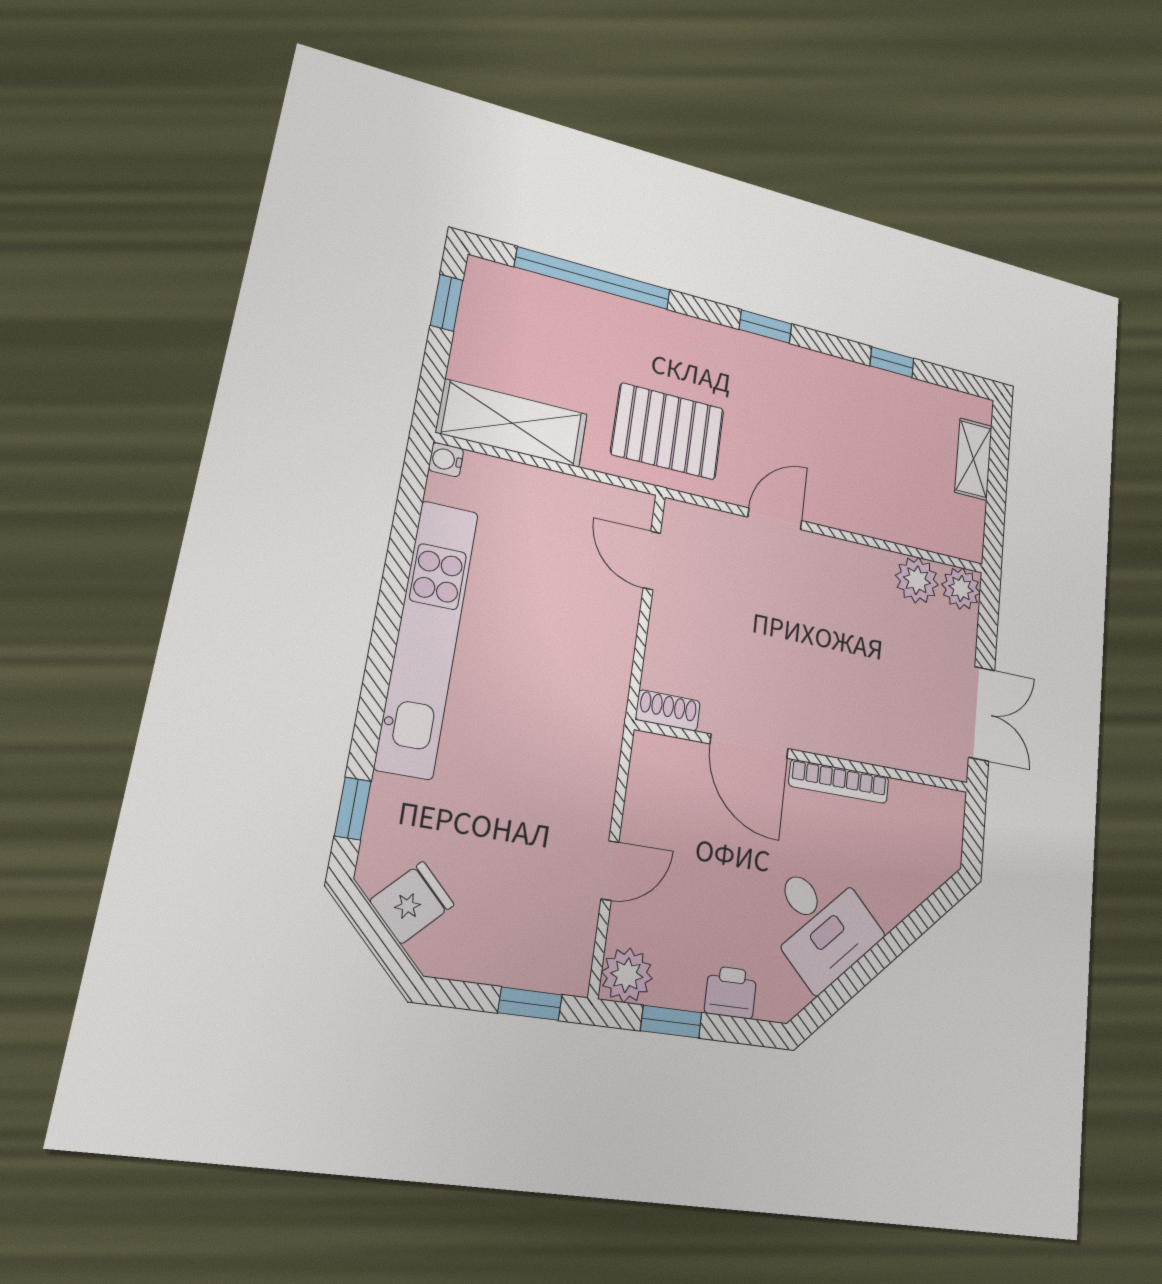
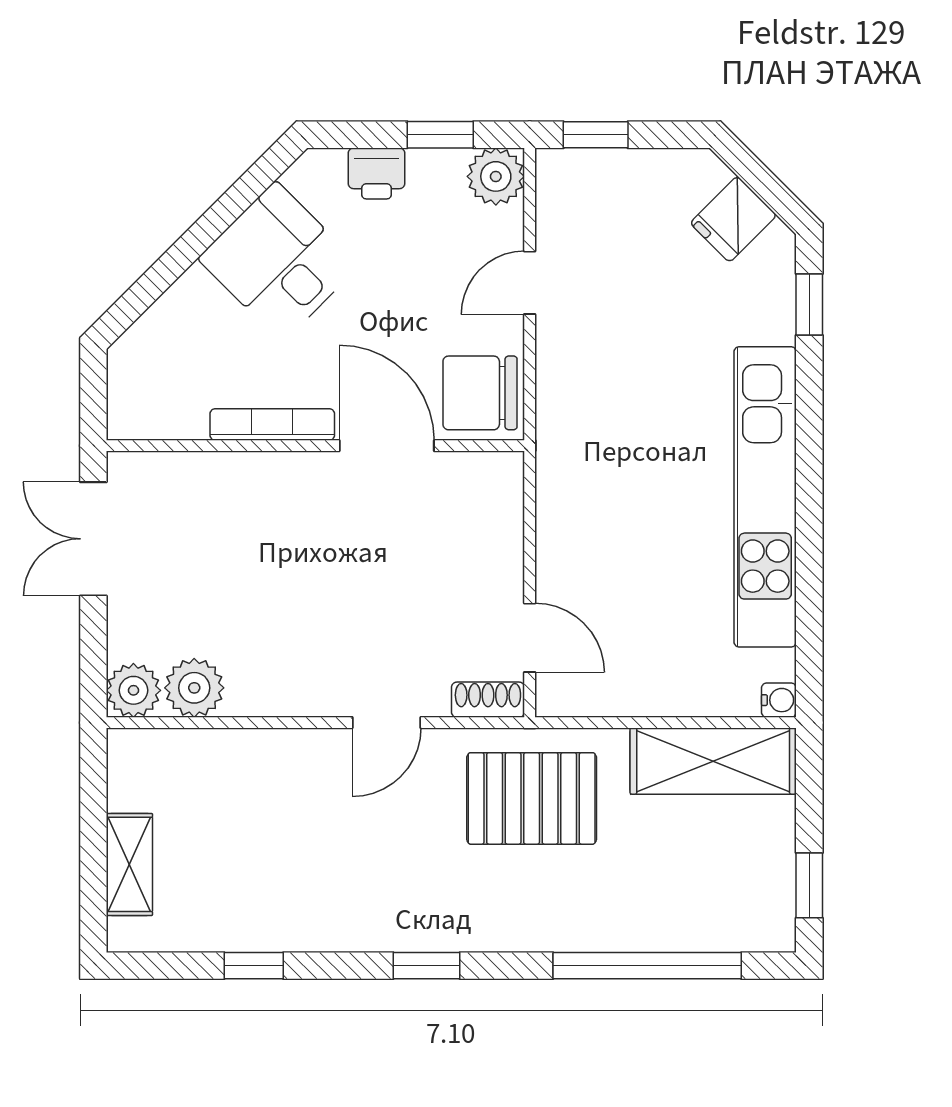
shoe rack: (668, 710) -> (488, 700), moved, turned 180
chair: (666, 778) -> (480, 393), added

